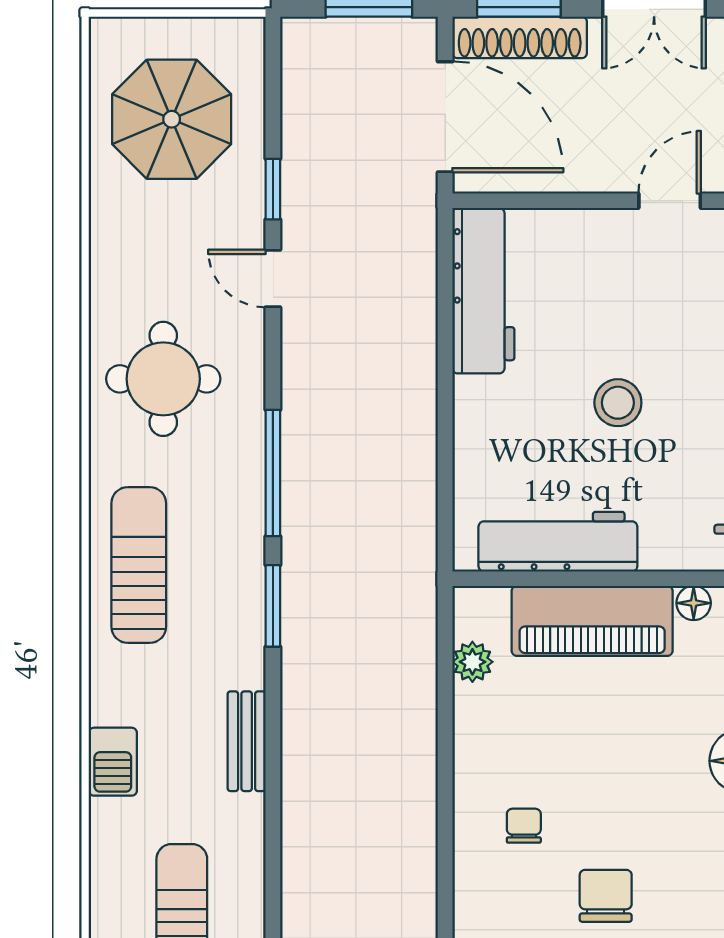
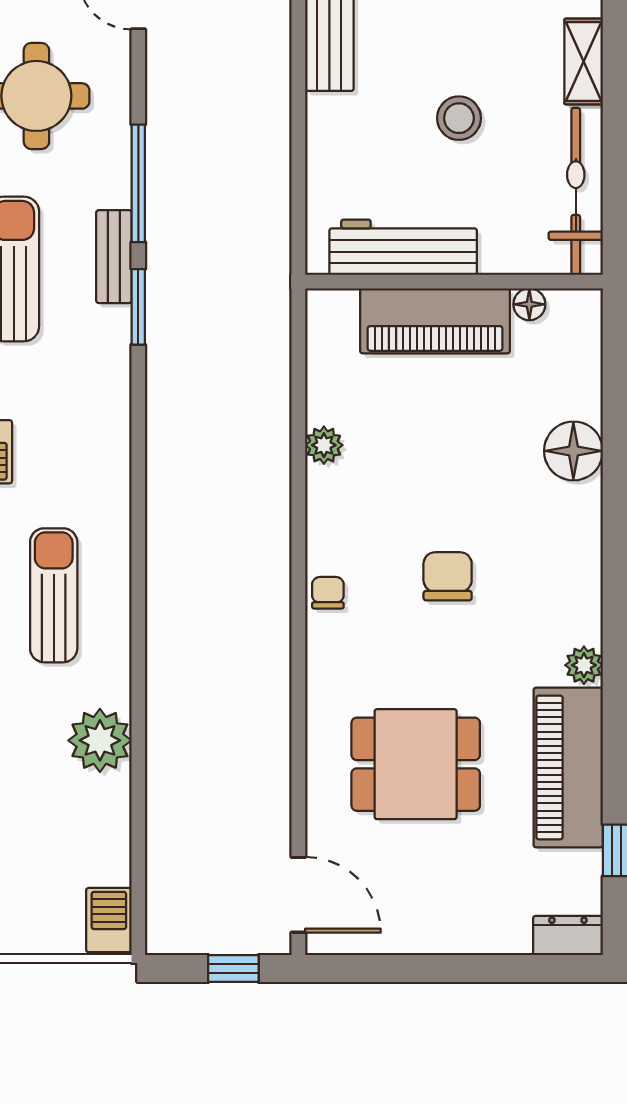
plant: (472, 662) -> (324, 445), moved
bench: (247, 741) -> (114, 257), moved
chair: (524, 826) -> (328, 593), moved

